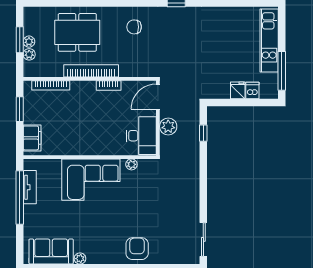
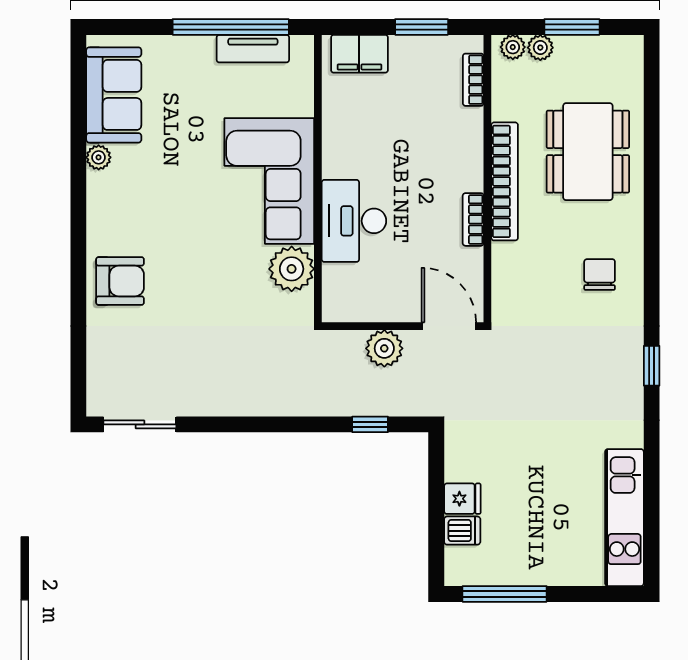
kitchen unit: (269, 41) -> (624, 518), moved, turned -90
plant: (29, 42) -> (513, 47), moved
bookcase: (51, 85) -> (473, 80), width x0.64
desk: (141, 136) -> (354, 221), moved, turned 90
plant: (131, 164) -> (292, 269), width x1.87, depth x1.87

